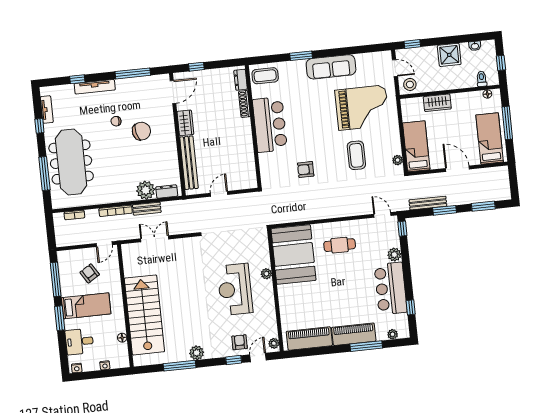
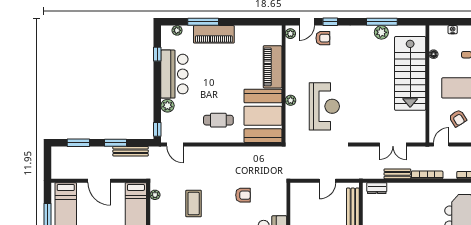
plant: (146, 190) -> (397, 191), removed
reception desk: (235, 289) -> (324, 106), moved
piano: (309, 339) -> (273, 67), moved, turned 90
armchair: (240, 342) -> (323, 38), turned -90
plant: (197, 353) -> (381, 32), moved

